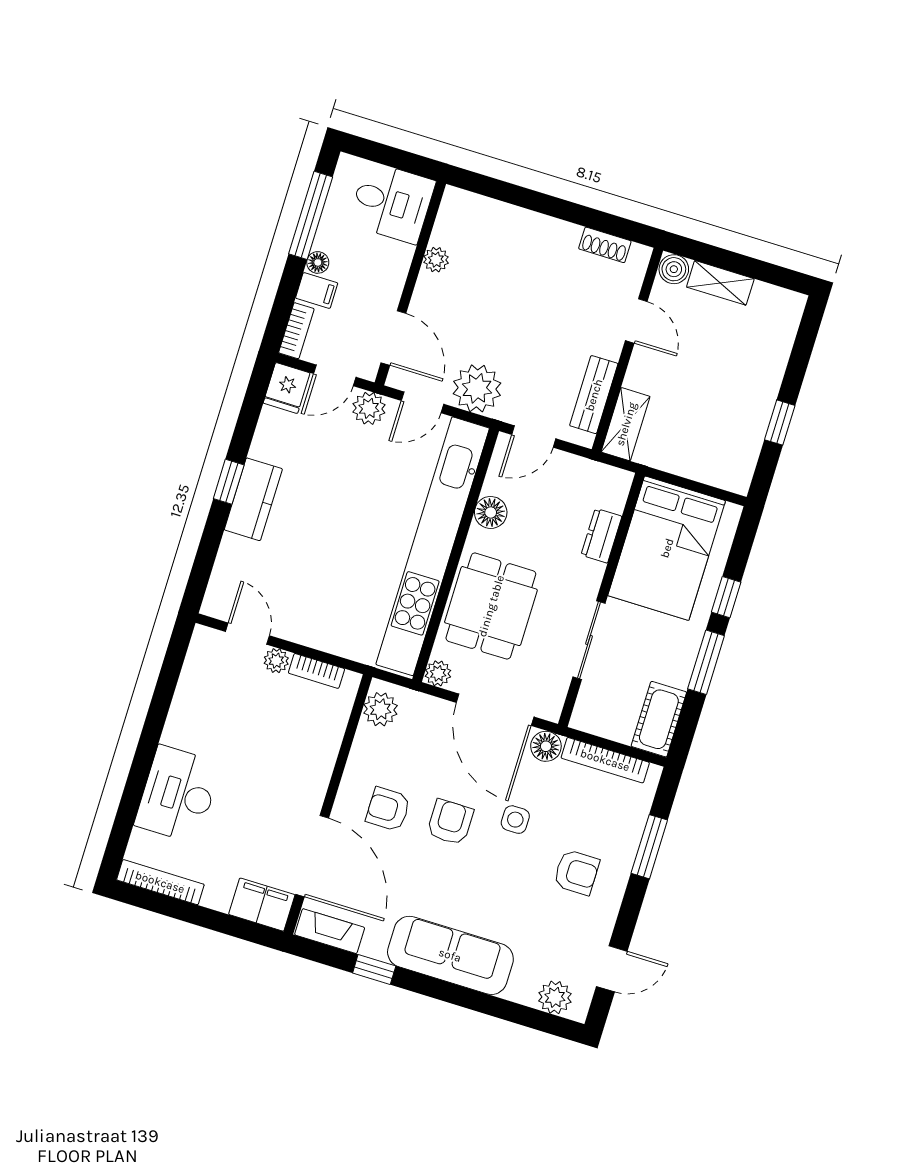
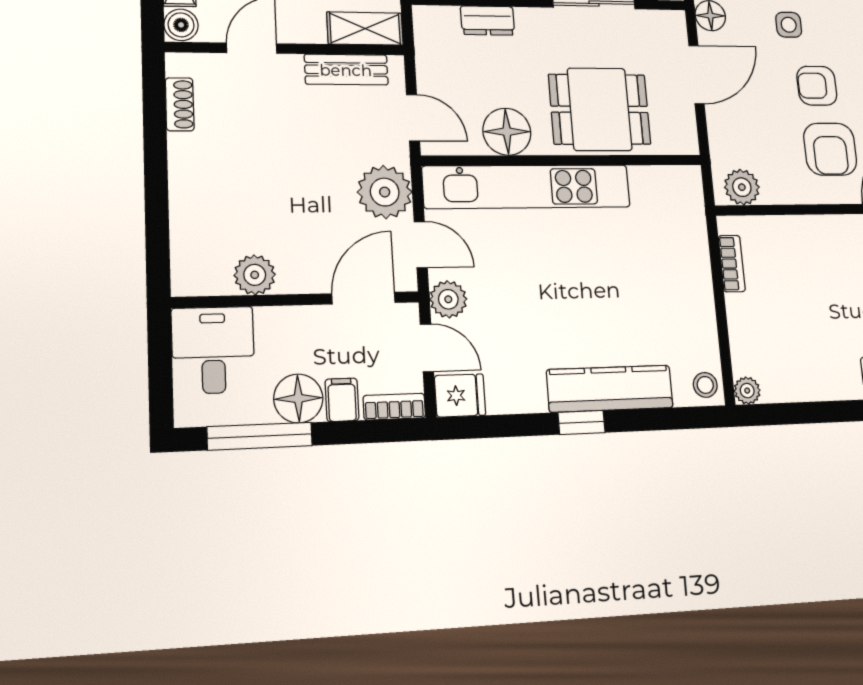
plant: (436, 260) -> (255, 275), width x1.38, depth x1.38
floor lamp: (318, 262) -> (298, 398), width x1.89, depth x1.89
kitchen counter: (253, 499) -> (610, 389), width x1.50
floor lamp: (491, 512) -> (507, 132), width x1.38, depth x1.38
kitchen unit: (433, 546) -> (527, 187), width x0.73
stool: (222, 603) -> (705, 385), added
door: (247, 634) -> (724, 347), removed
plant: (276, 661) -> (747, 391), moved
plant: (438, 673) -> (685, 141), removed
door: (495, 710) -> (696, 75), width x0.73
armchair: (388, 809) -> (830, 149), width x1.38, depth x1.38

